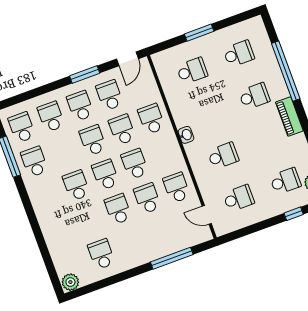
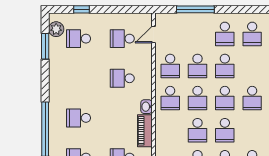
piano: (289, 117) -> (145, 131), moved, turned 180
school desk: (151, 119) -> (170, 98), moved
door: (207, 215) -> (154, 35), swing flipped
school desk: (131, 243) -> (225, 34), added

